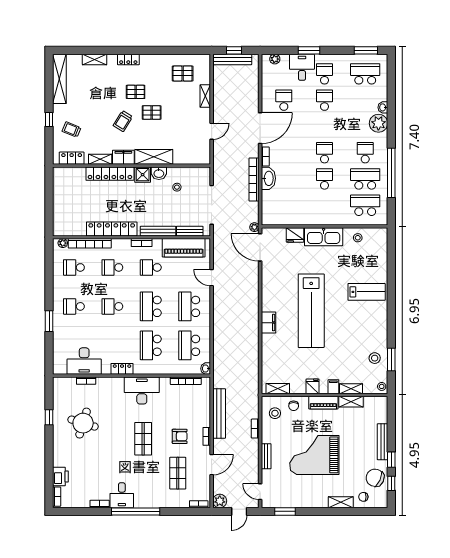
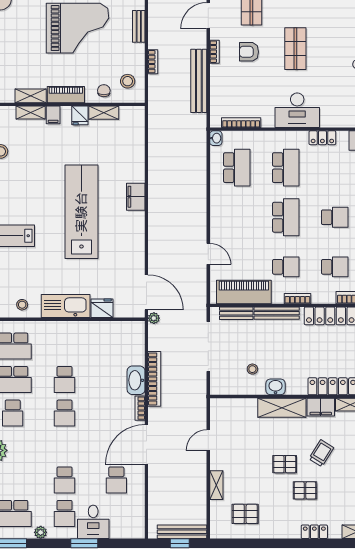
plant: (275, 59) -> (41, 532), moved
shower: (143, 175) -> (296, 385), removed
school desk: (189, 306) -> (237, 217), removed
shelving: (278, 389) -> (104, 113), moved

